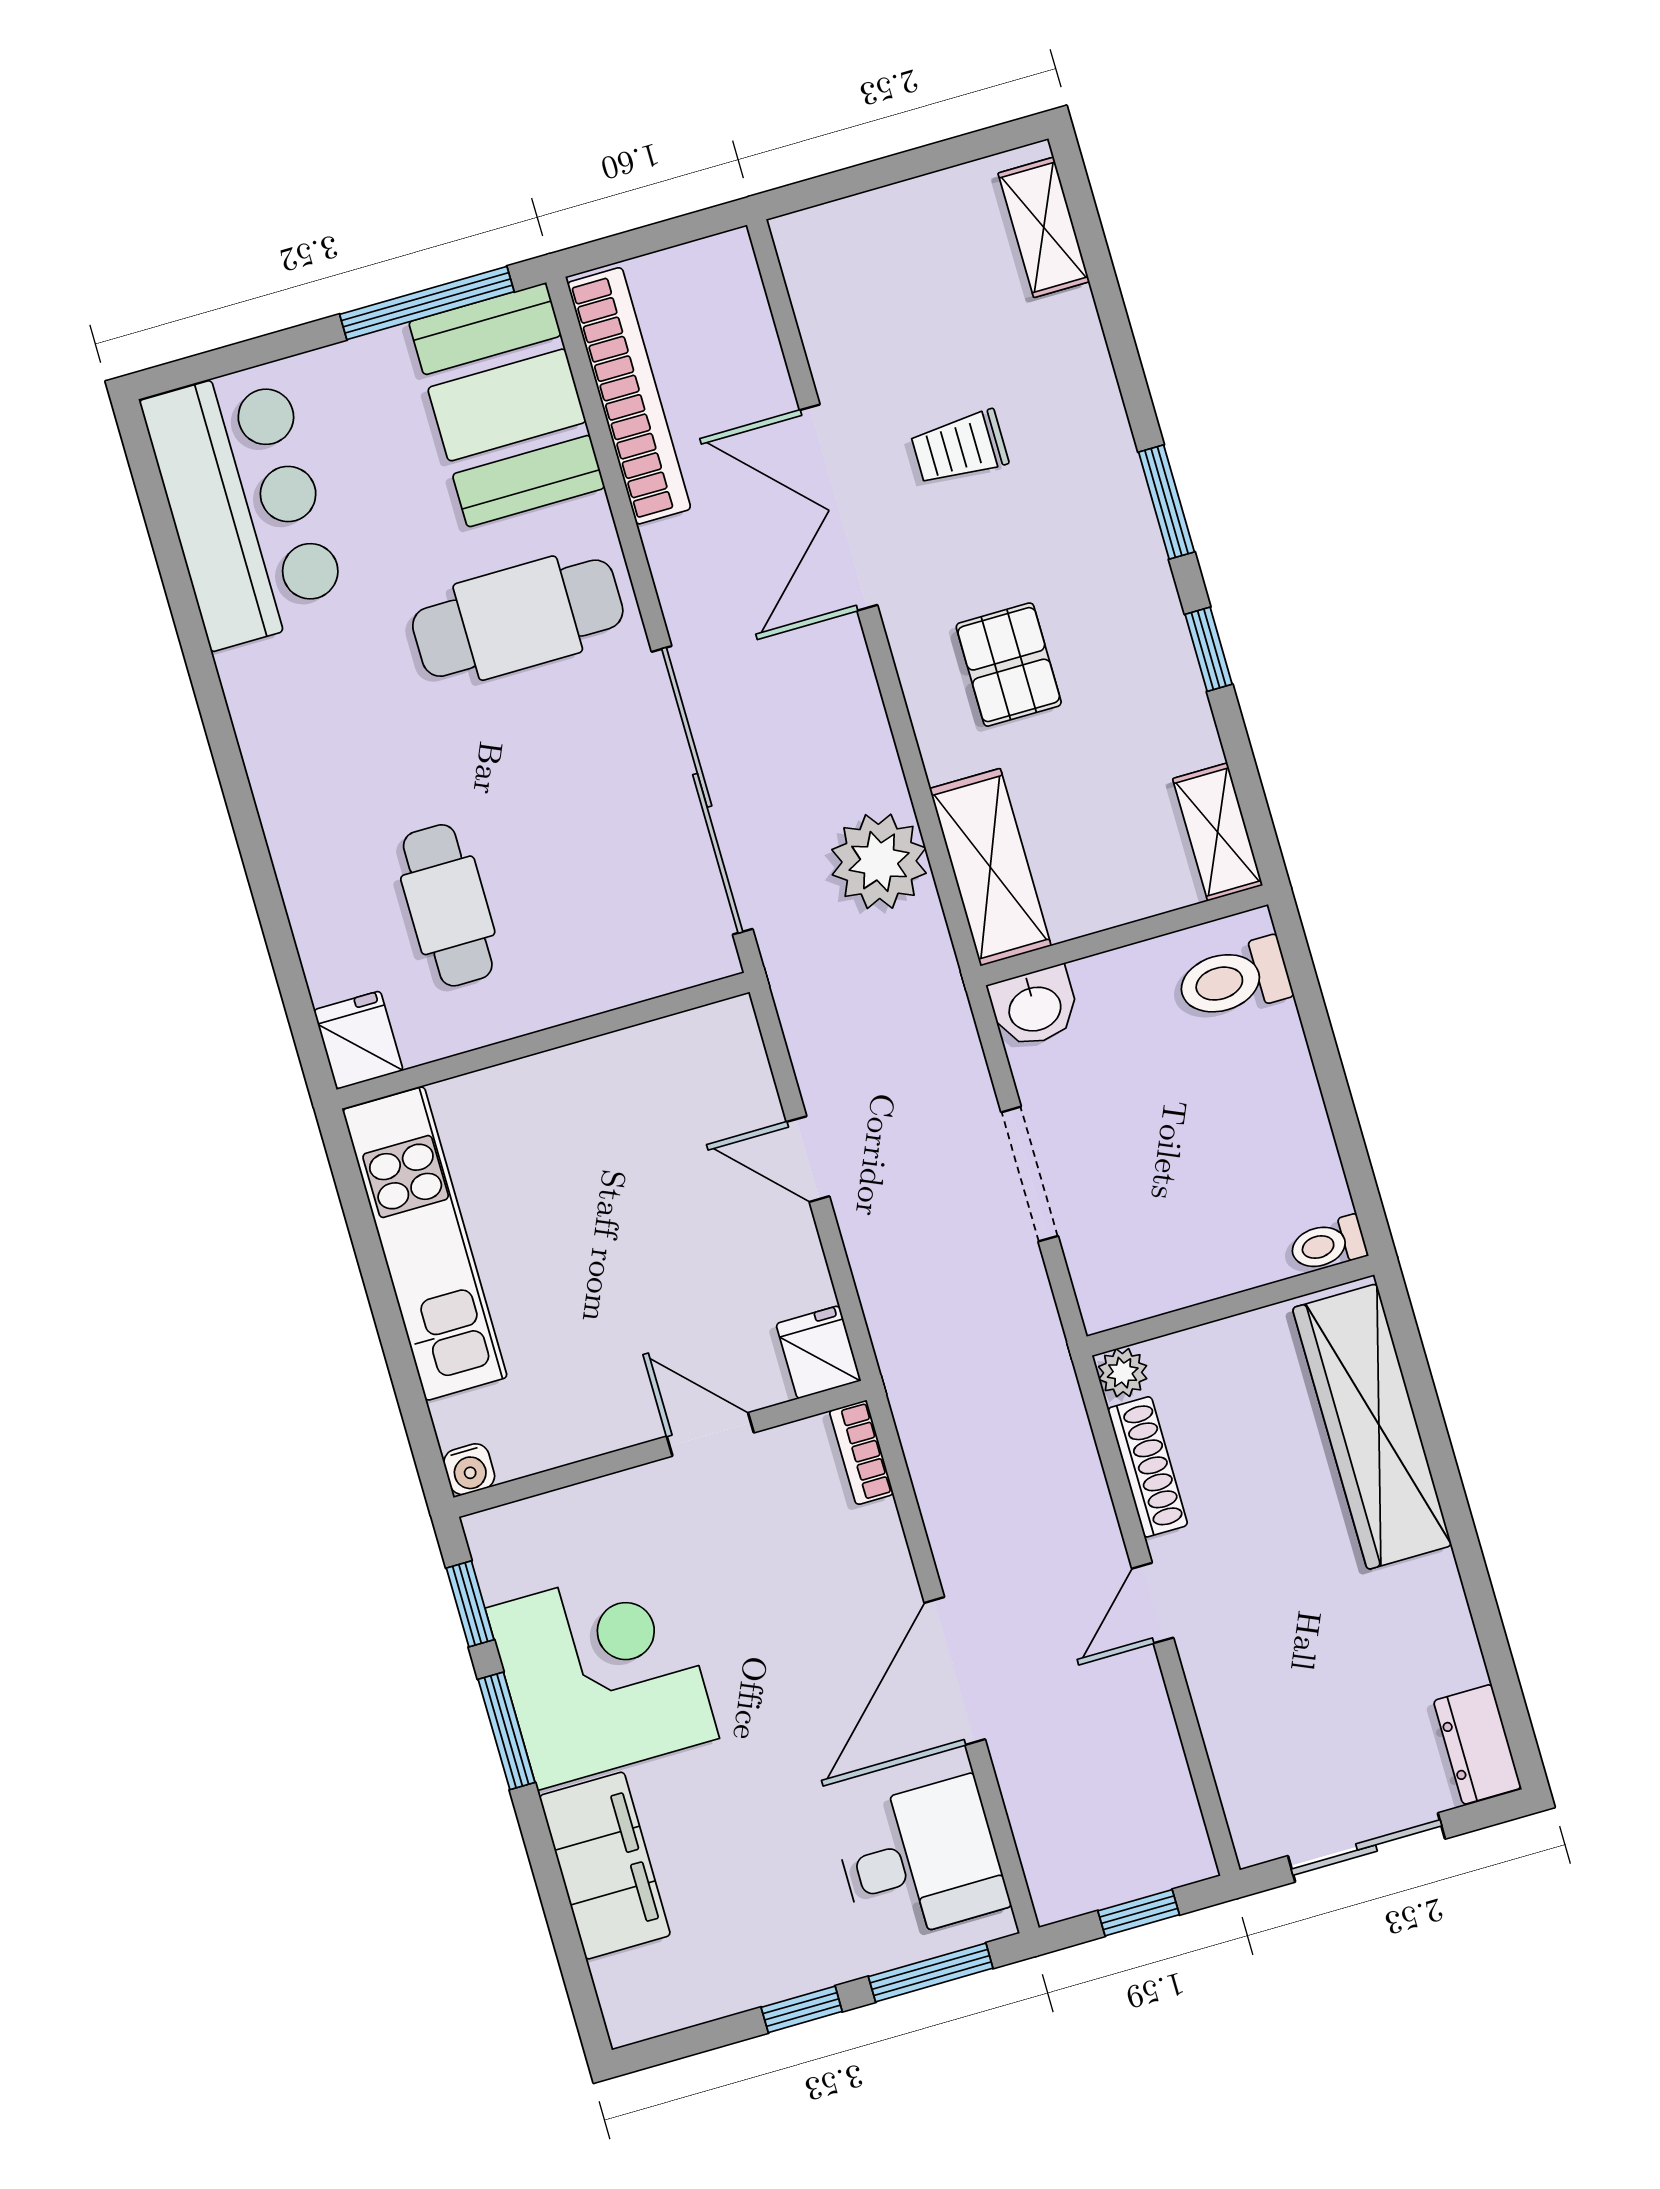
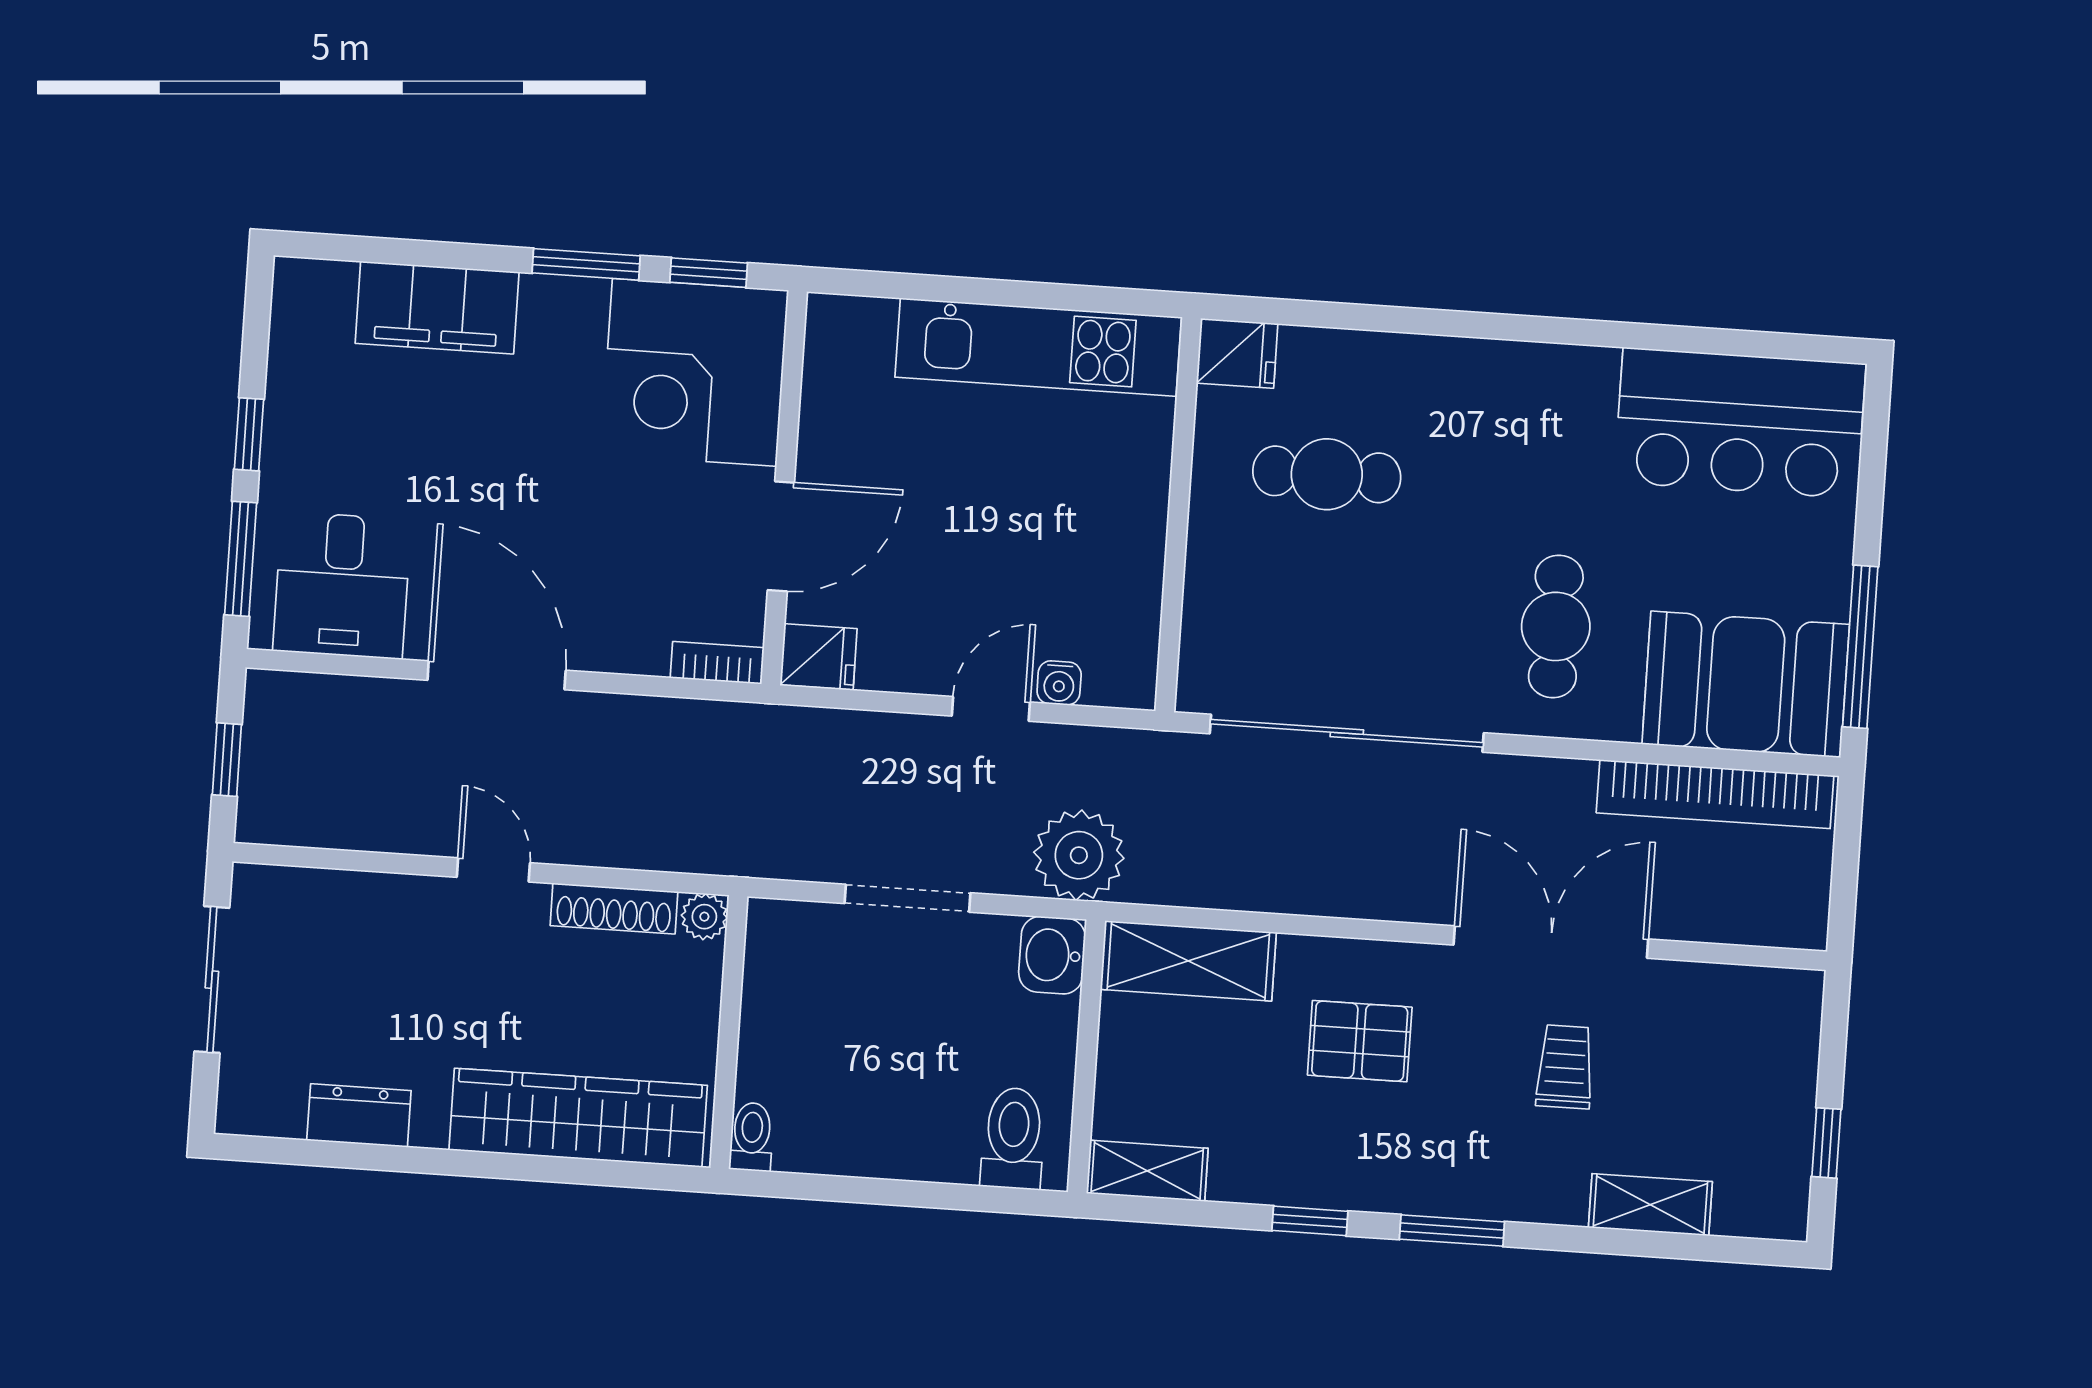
window: (941, 156) -> (1826, 1143), added
shelving: (1044, 227) -> (1650, 1205), moved
cafe table: (518, 618) -> (1556, 626), width x0.73, depth x0.74
plant: (879, 861) -> (1079, 855), moved
door: (710, 1434) -> (781, 536), width x1.38
water cooler: (469, 1469) -> (1059, 683), moved, turned -90
corner desk: (602, 1673) -> (694, 372), moved, turned 90
dresser: (1477, 1744) -> (359, 1115), moved

